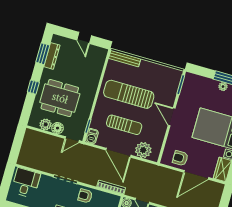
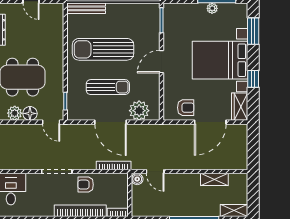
door: (172, 117) -> (161, 62), hinge flipped
barbecue: (92, 136) -> (73, 111), removed
door: (72, 140) -> (51, 122), hinge flipped
armchair: (180, 158) -> (186, 108), turned 180

